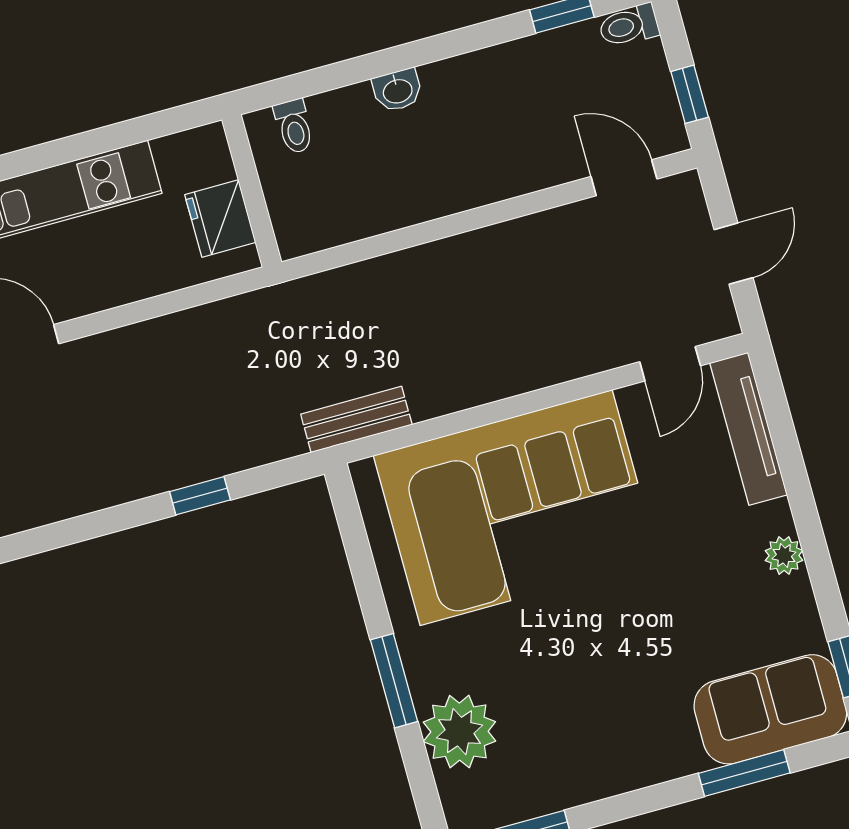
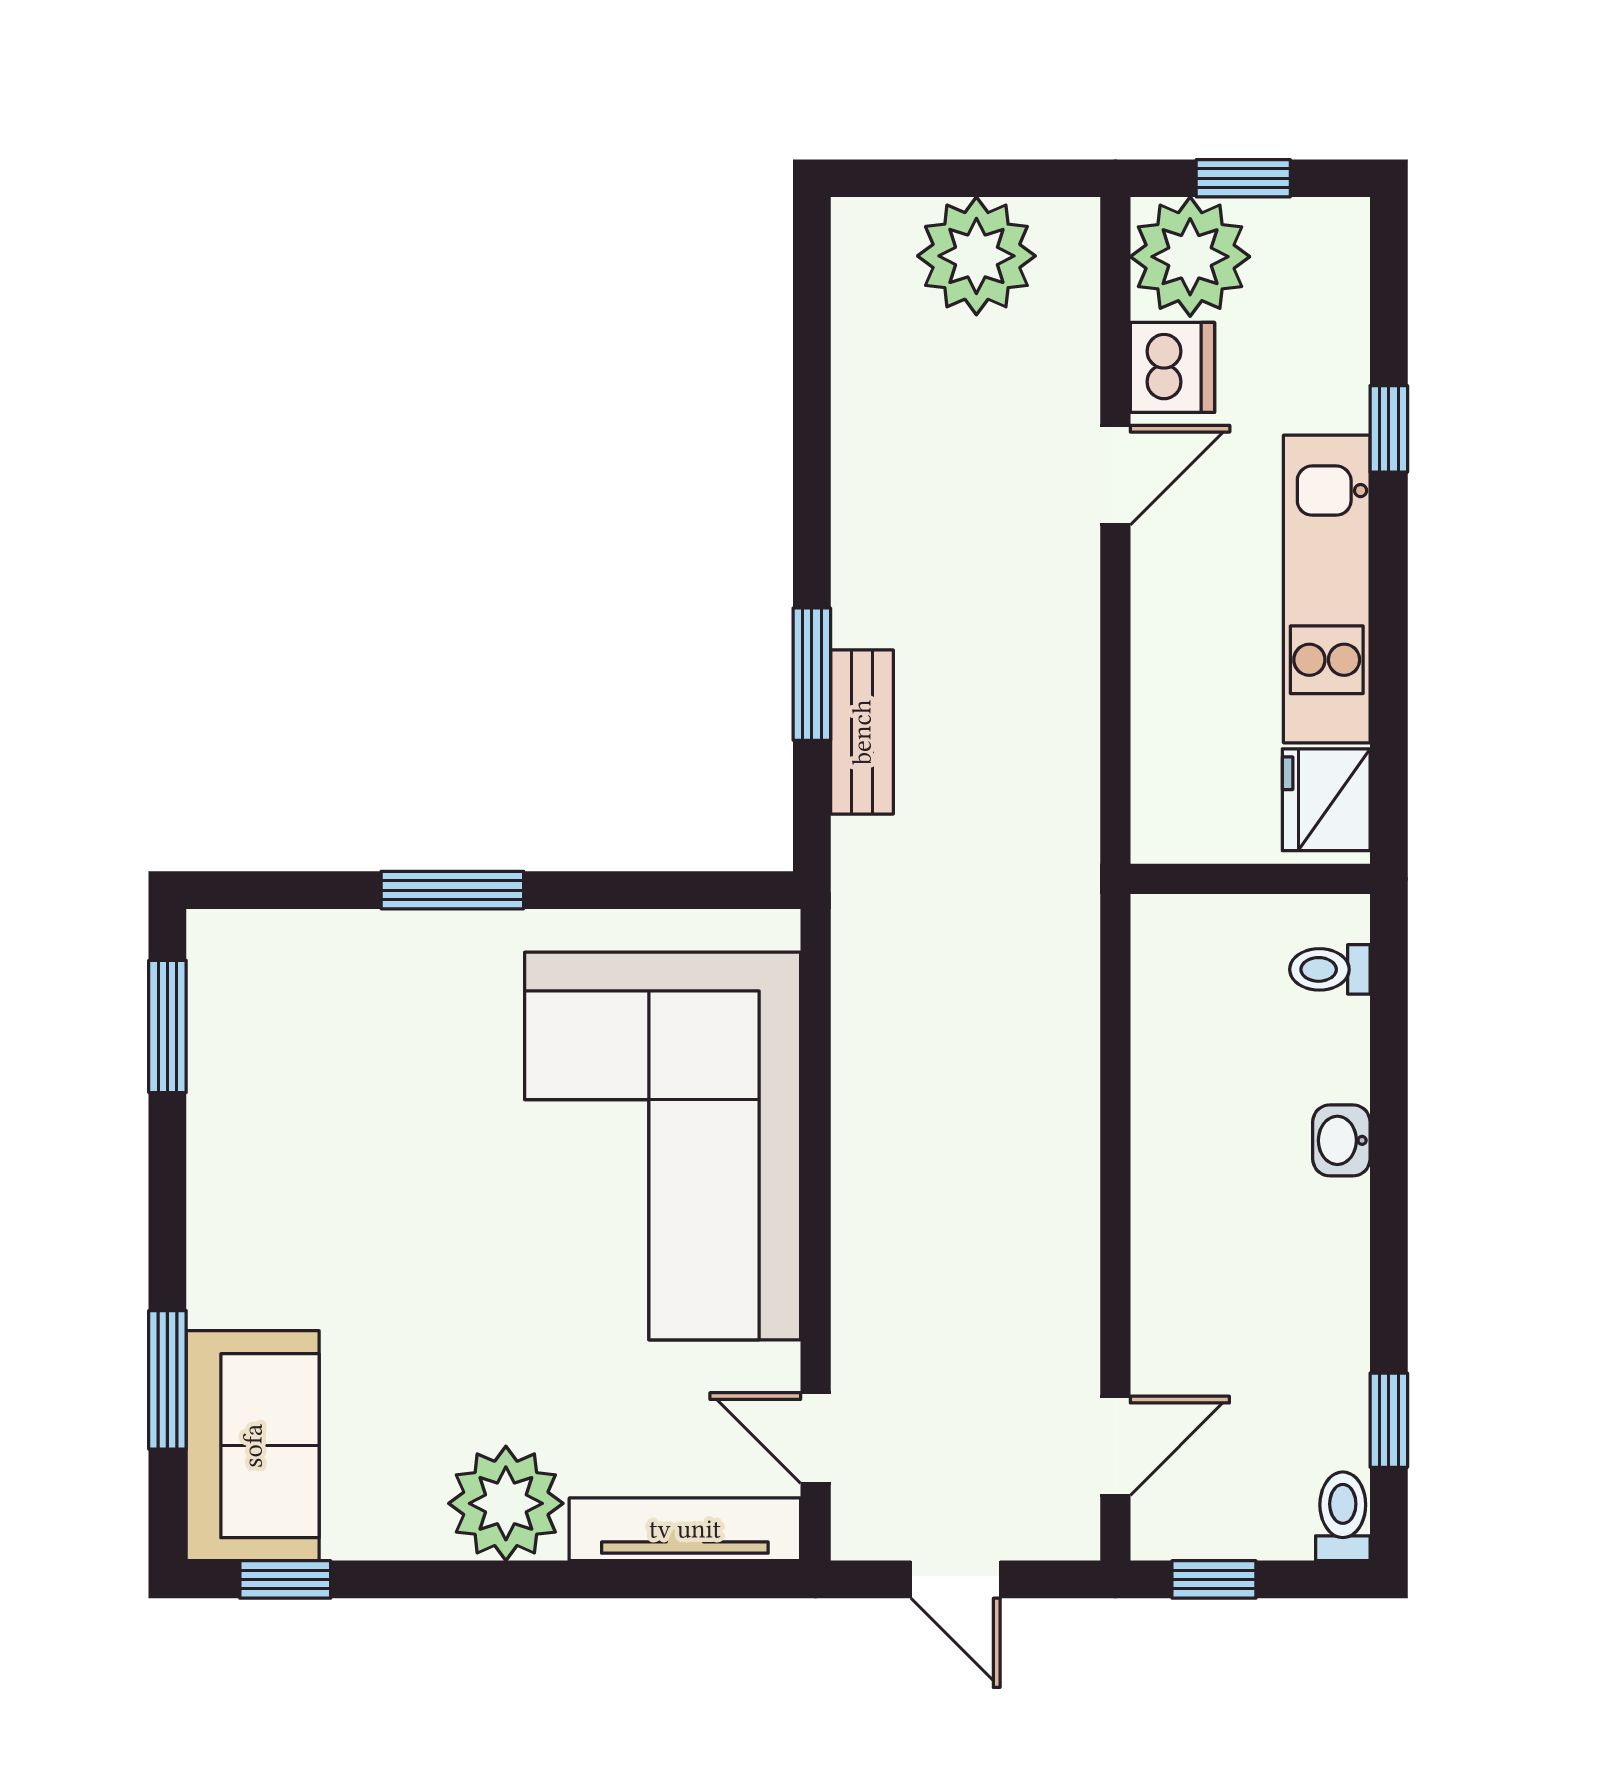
fridge: (220, 219) -> (1326, 800), moved, turned -90
bench: (356, 419) -> (862, 732), moved
window: (200, 496) -> (812, 674), width x1.50
plant: (784, 555) -> (506, 1503), width x1.88, depth x1.88
plant: (459, 732) -> (348, 968), removed

